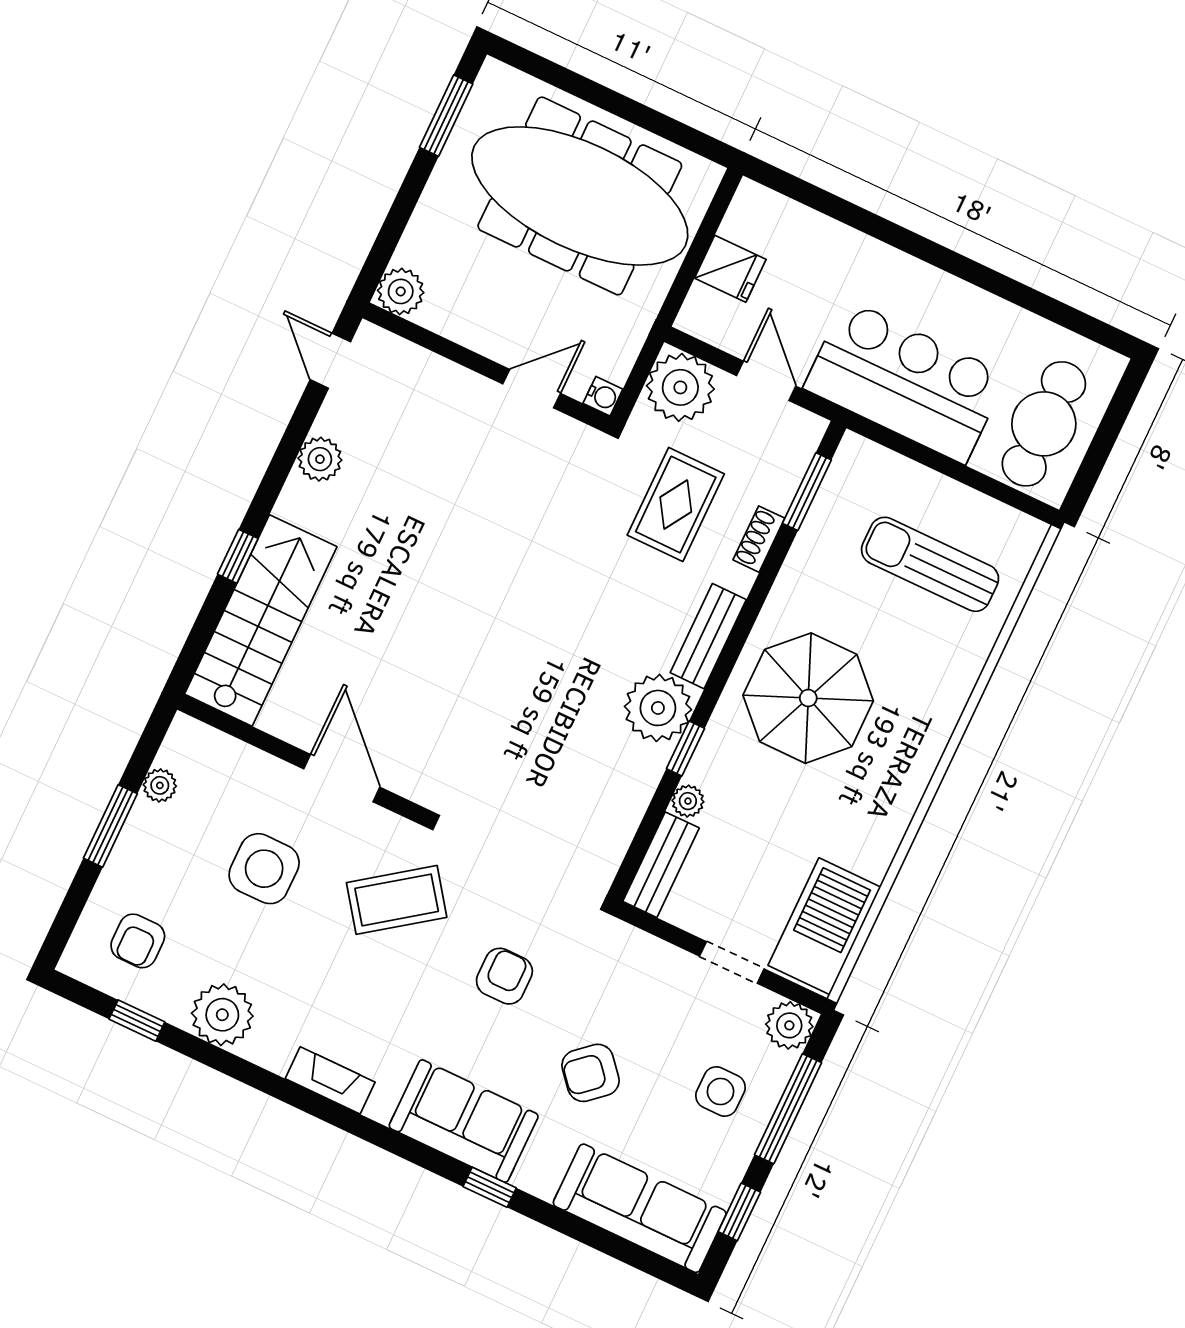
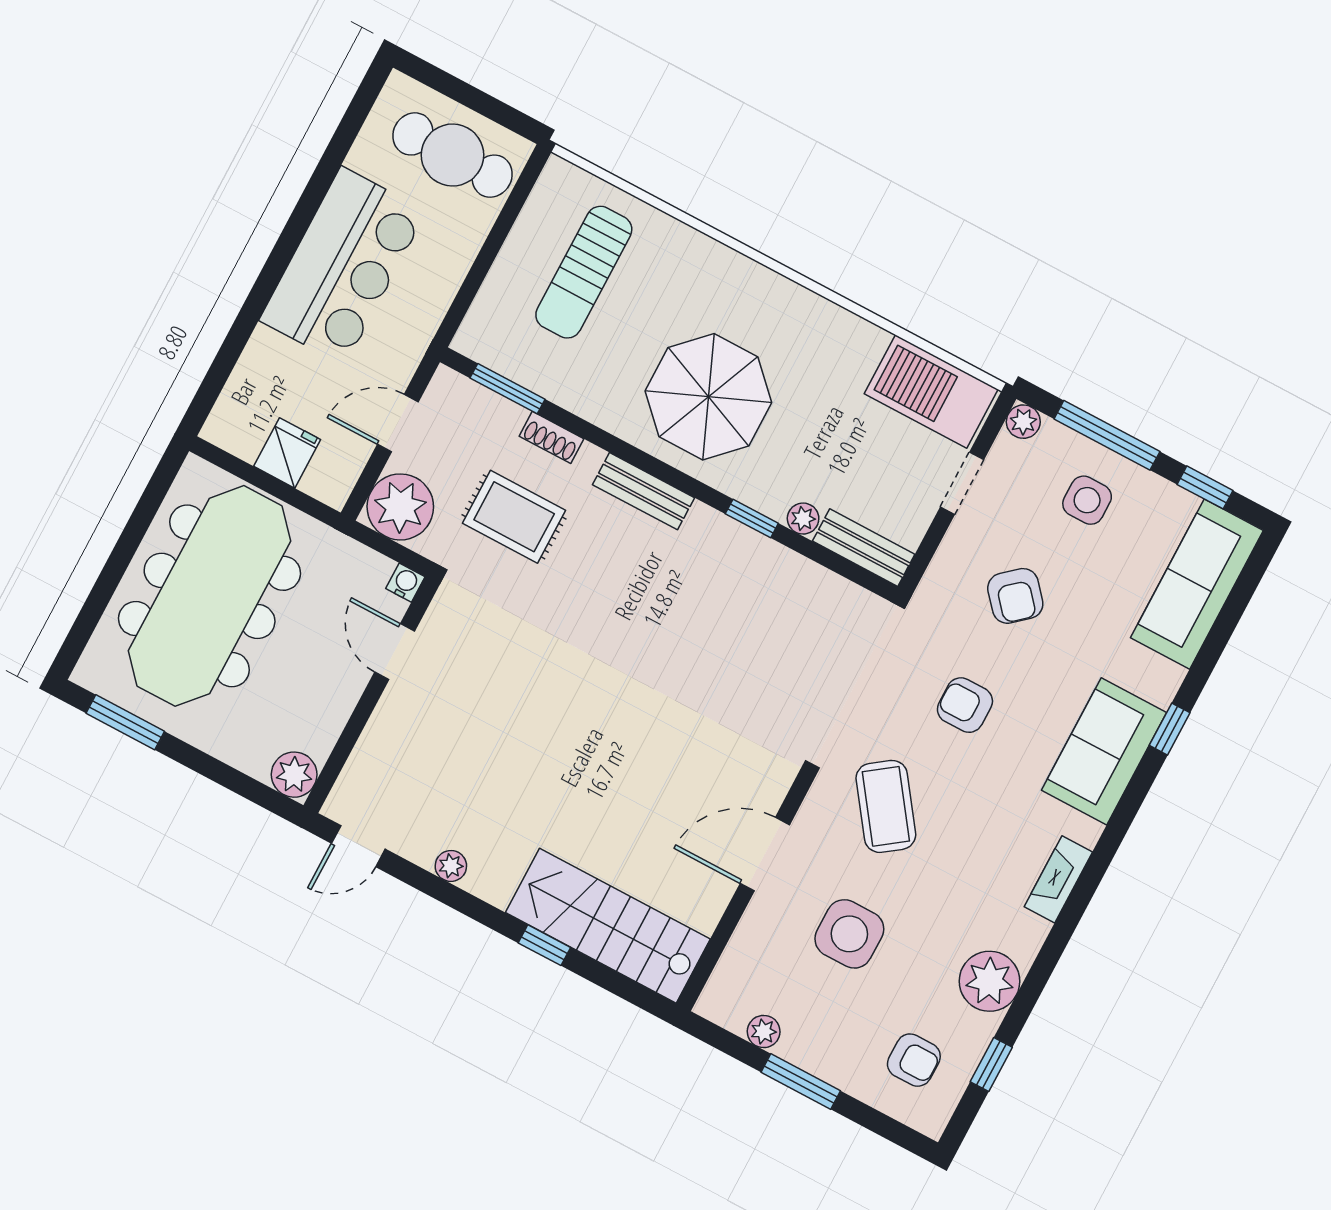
bar counter: (905, 382) -> (343, 266), moved, turned 180
plant: (320, 459) -> (451, 866), width x0.73, depth x0.73
plant: (658, 708) -> (711, 543), removed
plant: (789, 1025) -> (1023, 422), width x0.73, depth x0.73
armchair: (591, 1073) -> (1015, 596), moved

